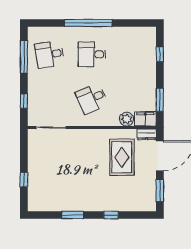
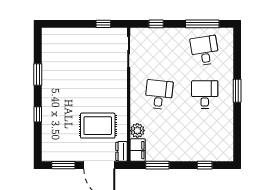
window: (88, 23) -> (237, 91), width x0.47
desk: (92, 98) -> (159, 94), turned 30
window: (24, 180) -> (103, 24), moved

